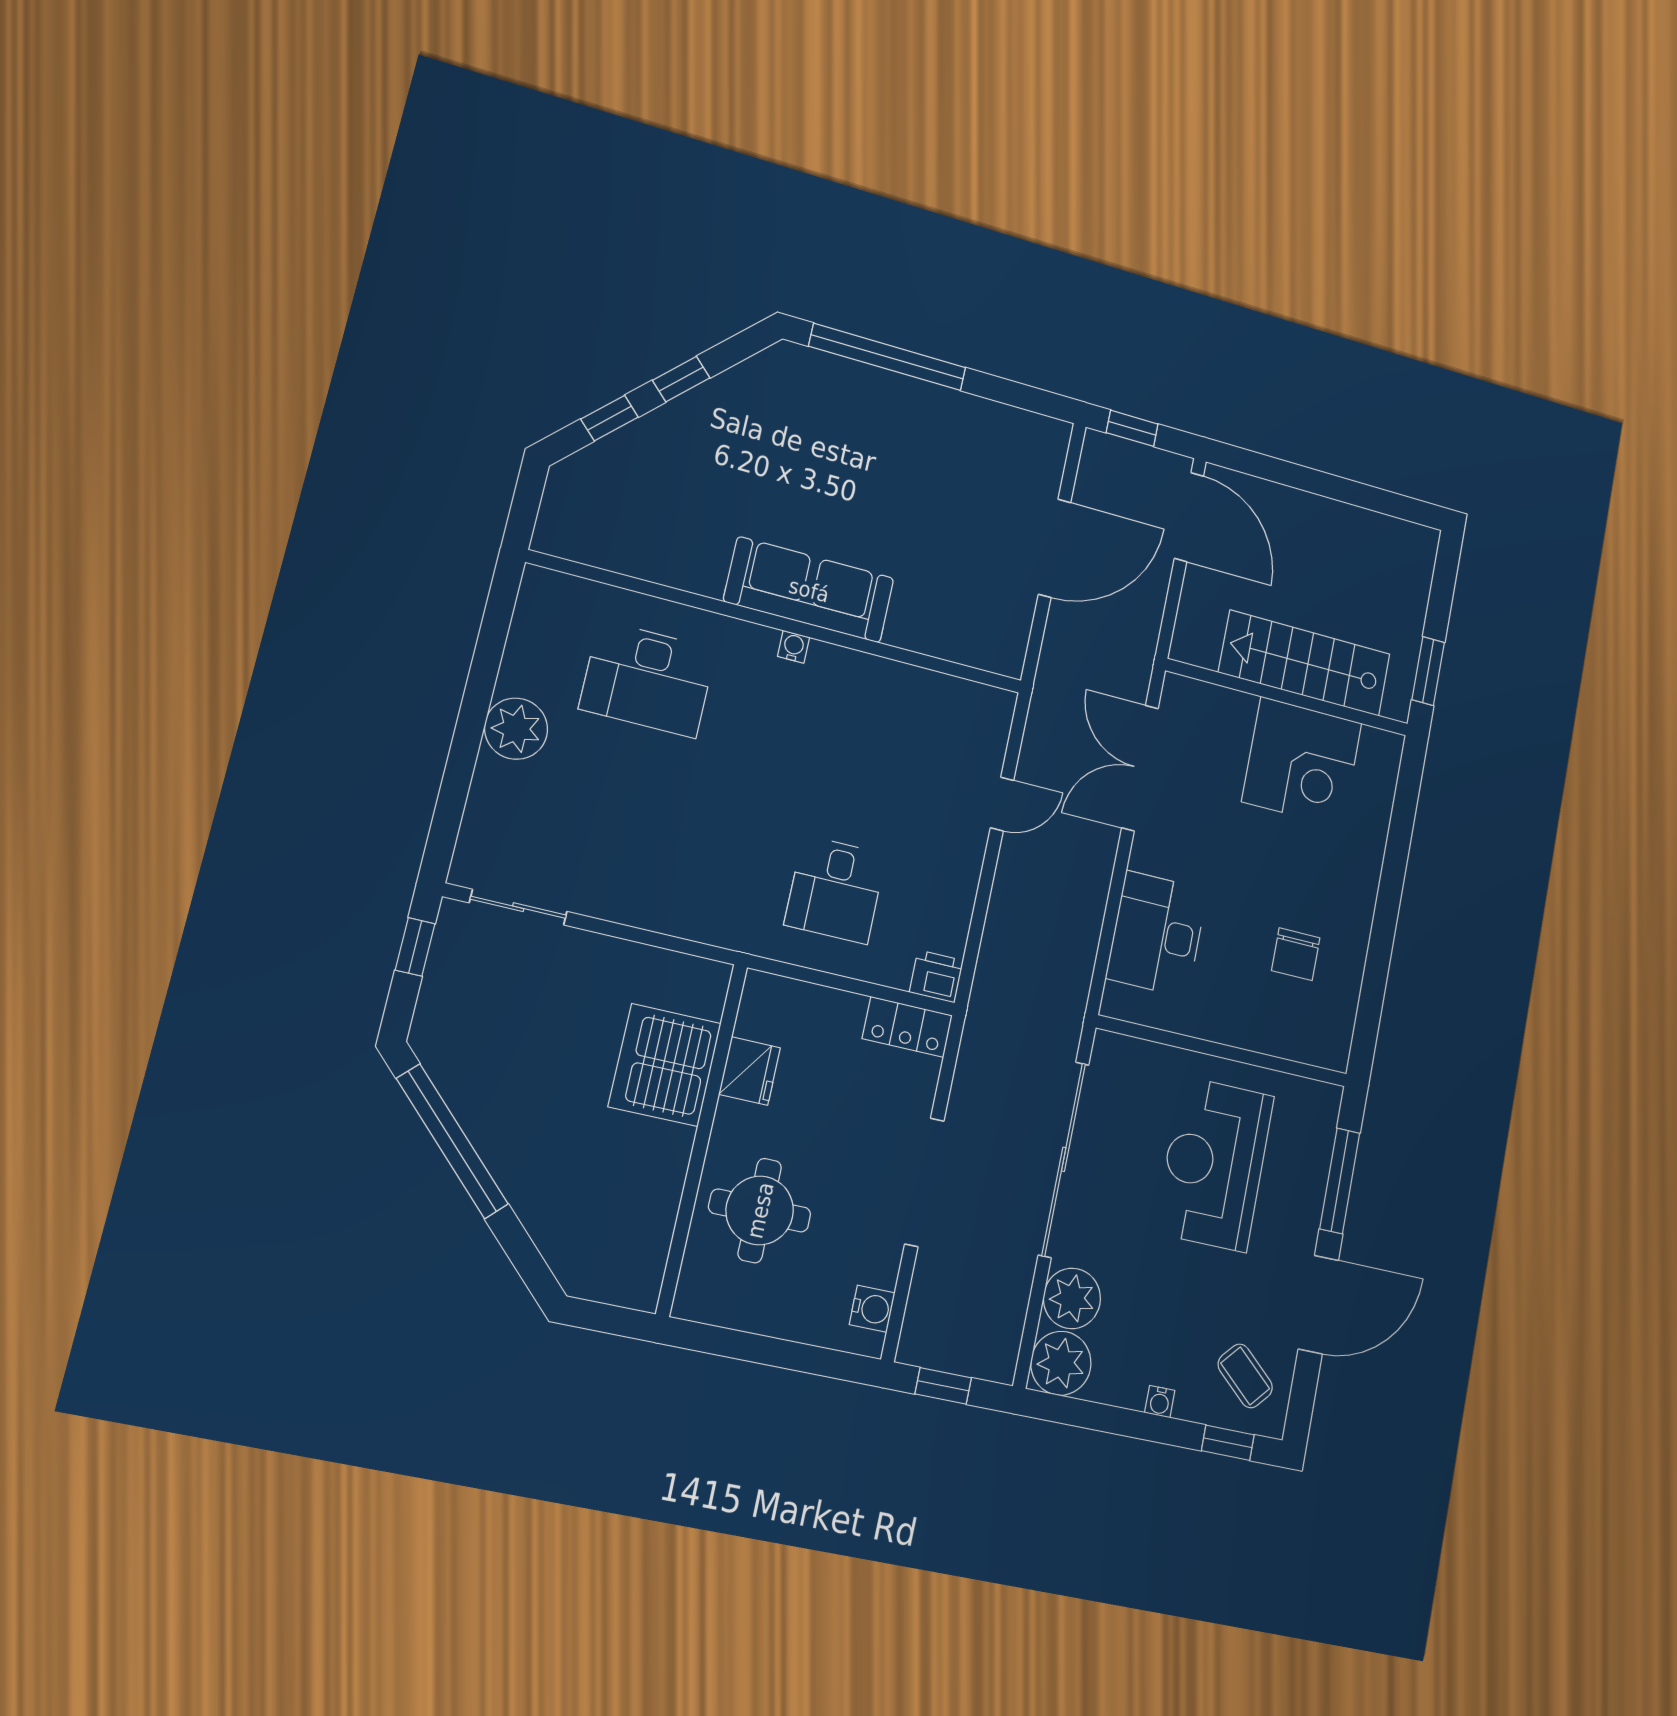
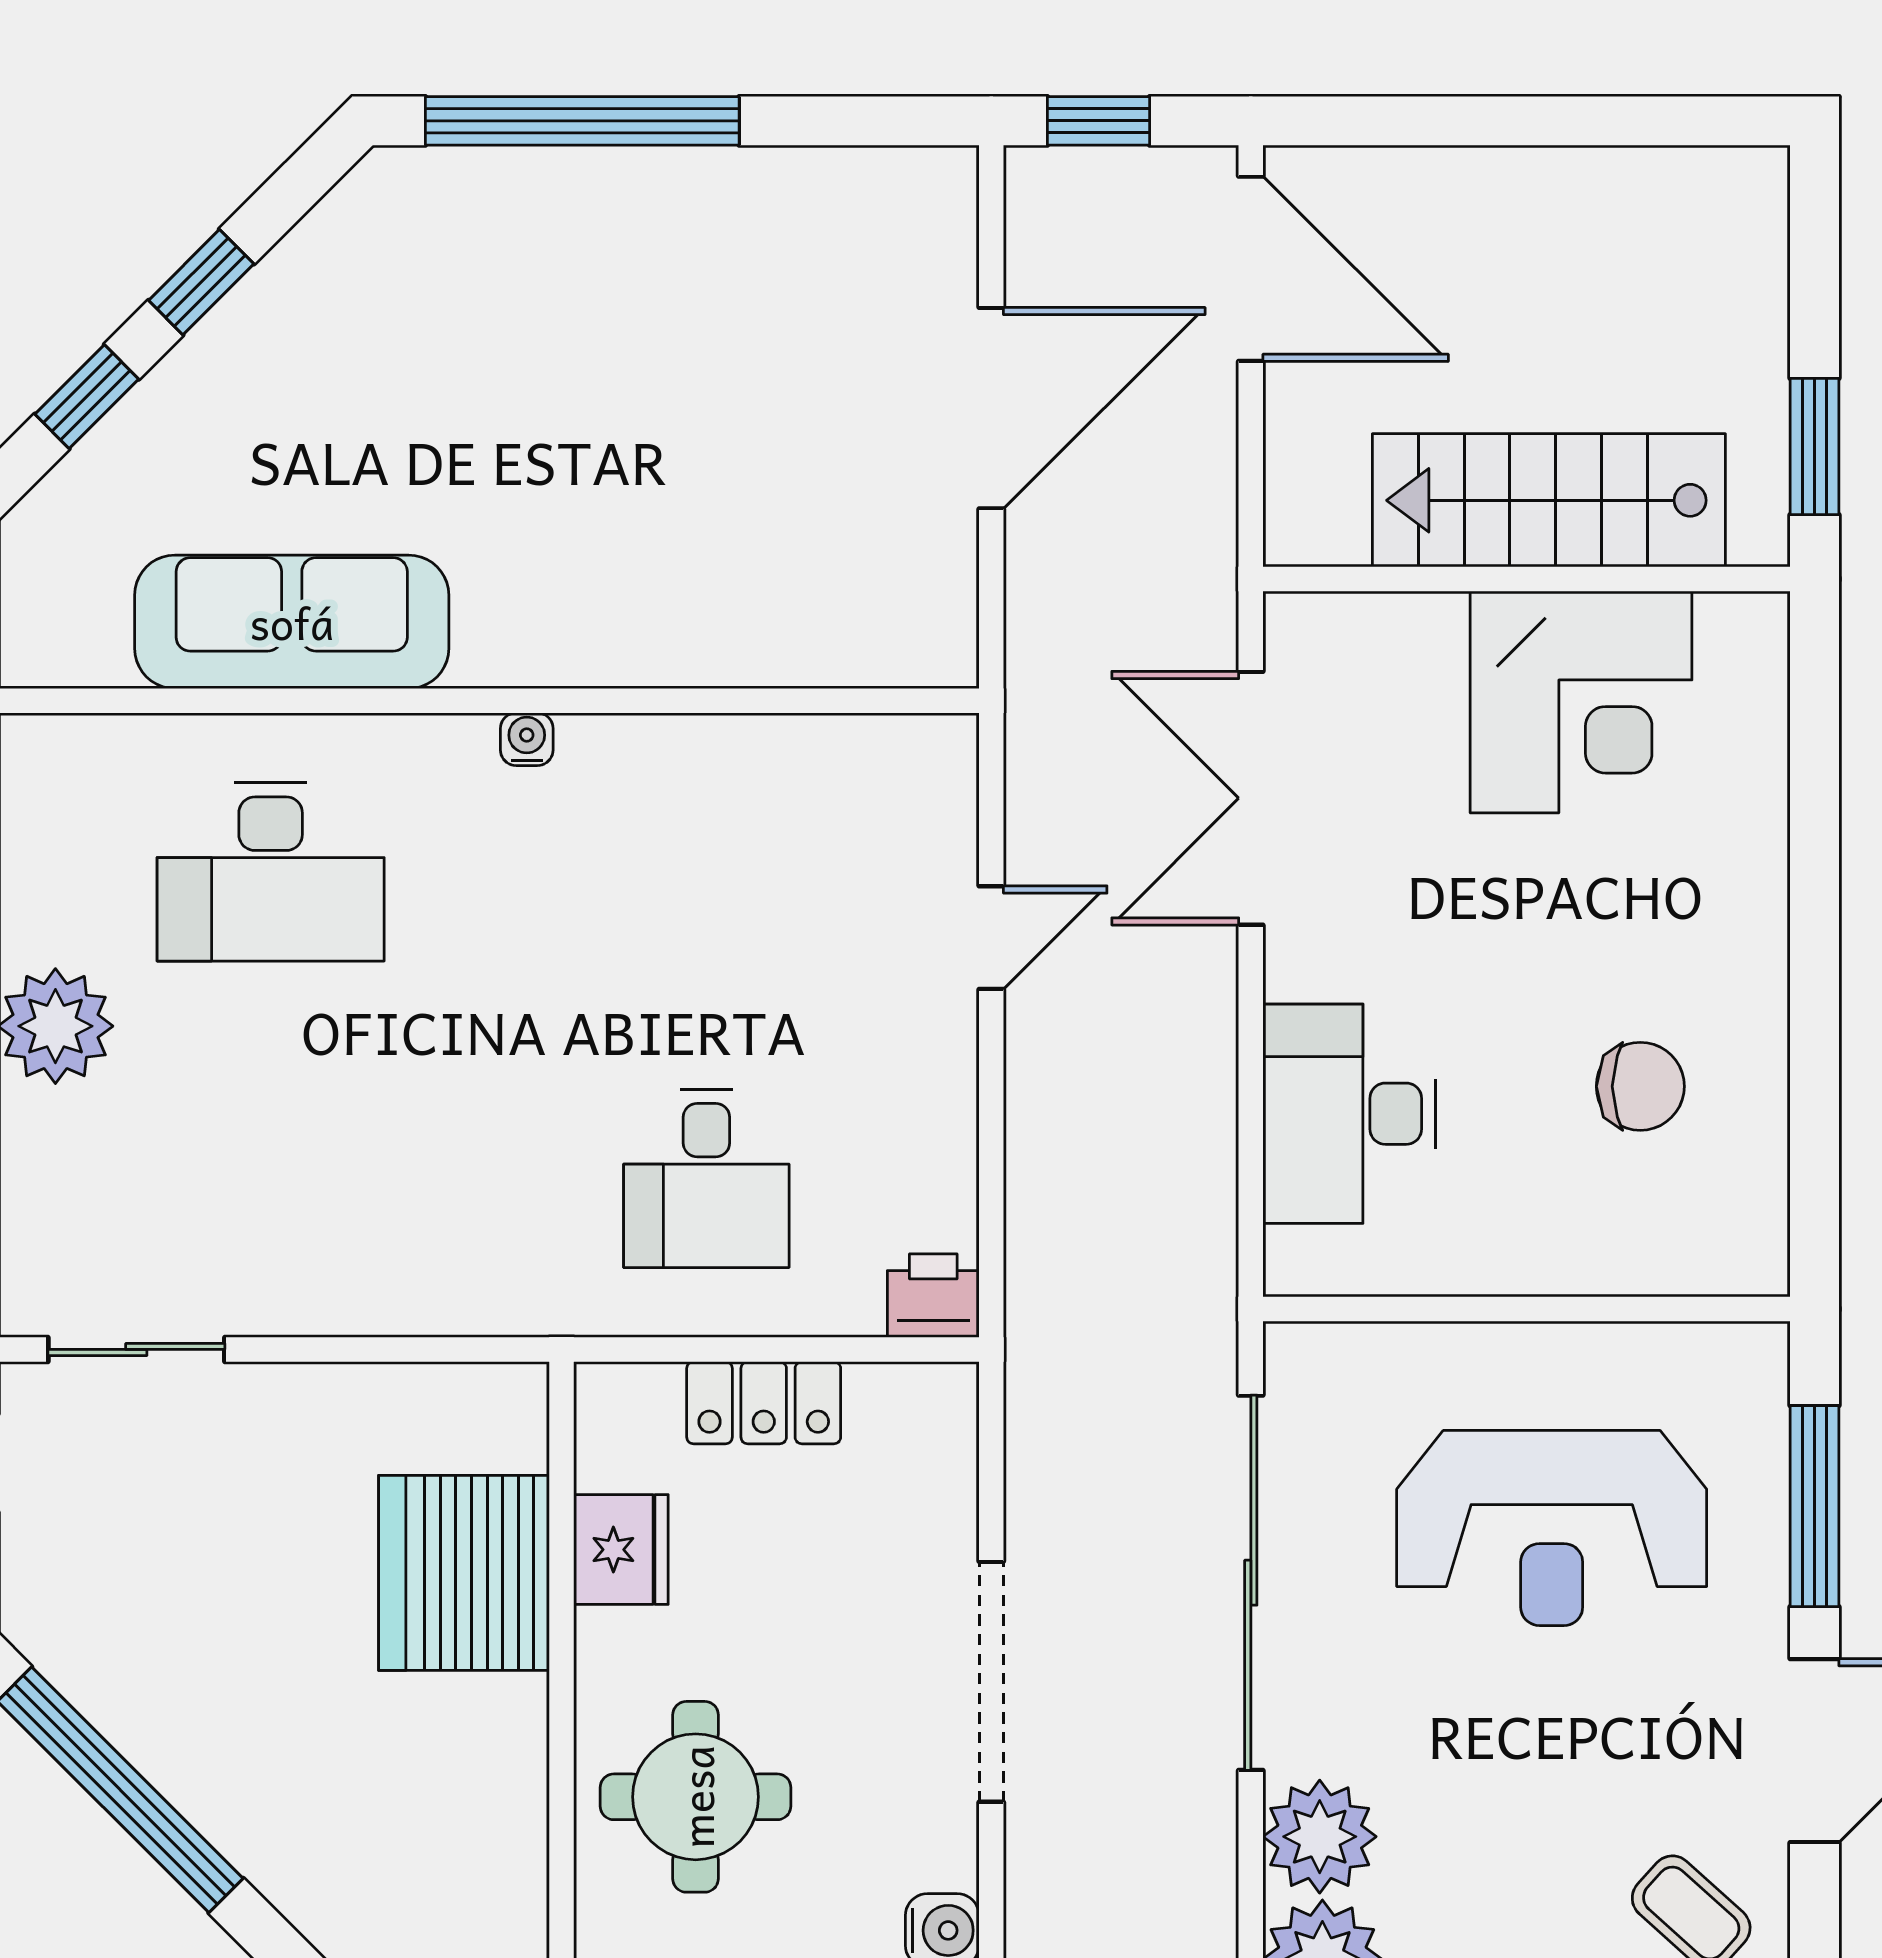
sofa: (809, 590) -> (292, 622), moved
chair: (1296, 954) -> (1640, 1086), turned -90
locker: (907, 1027) -> (764, 1403), moved
reception desk: (1214, 1164) -> (1552, 1528), turned -90

